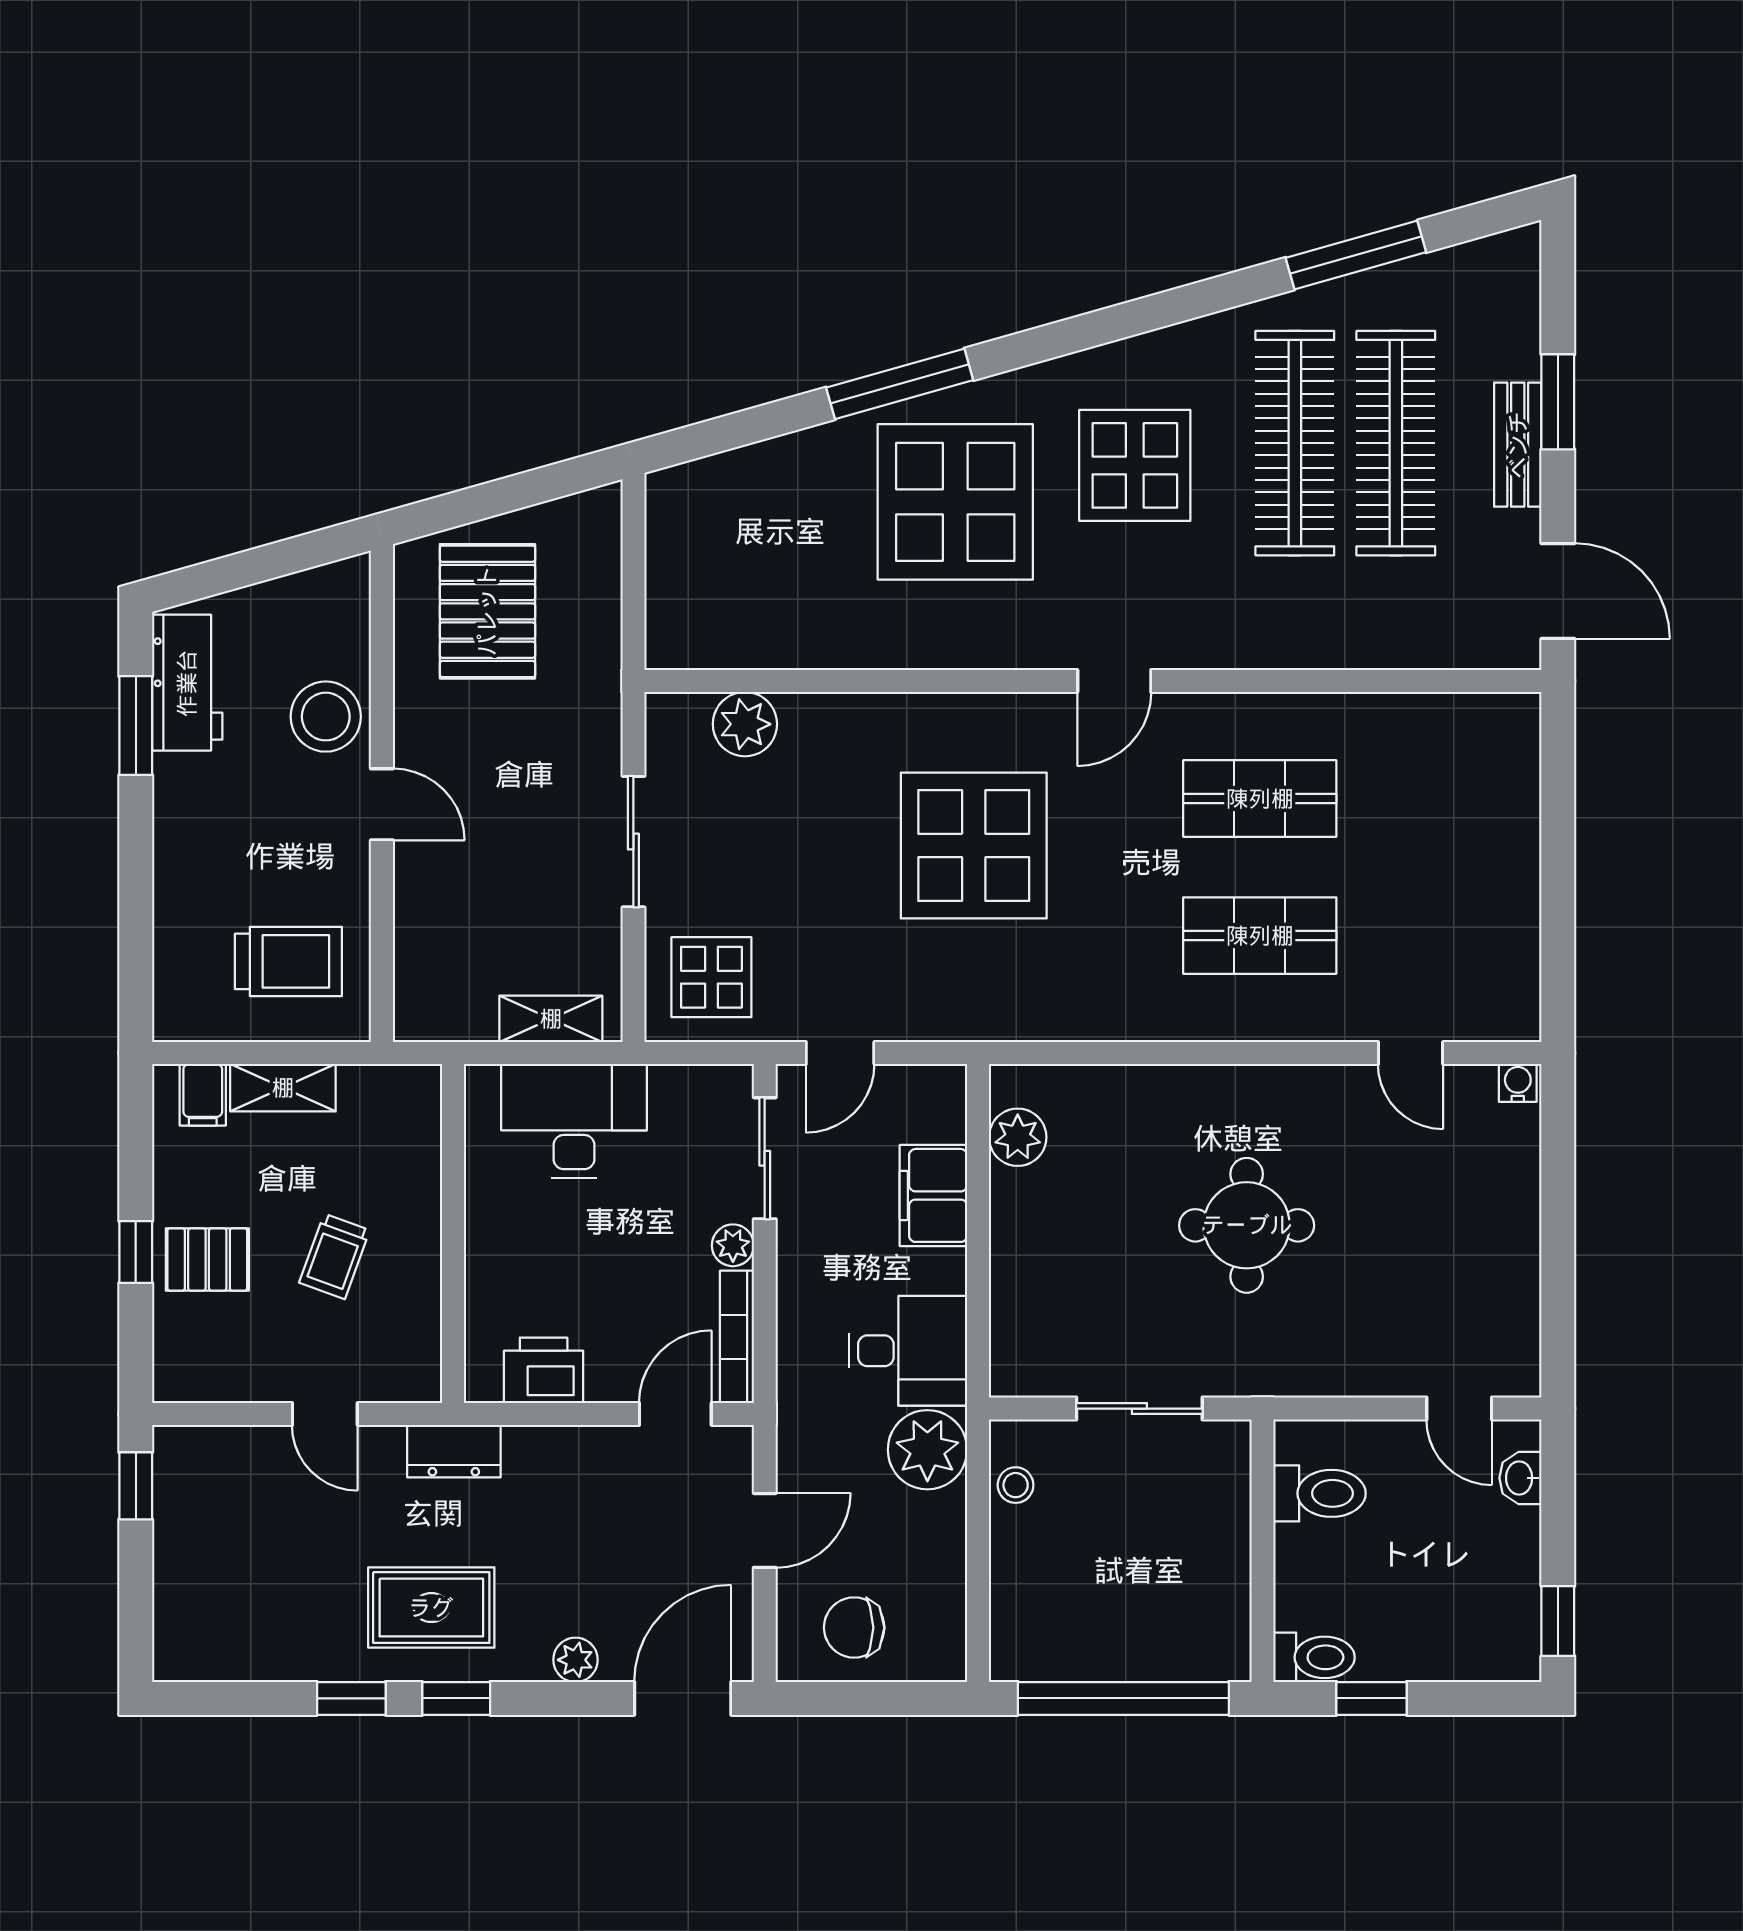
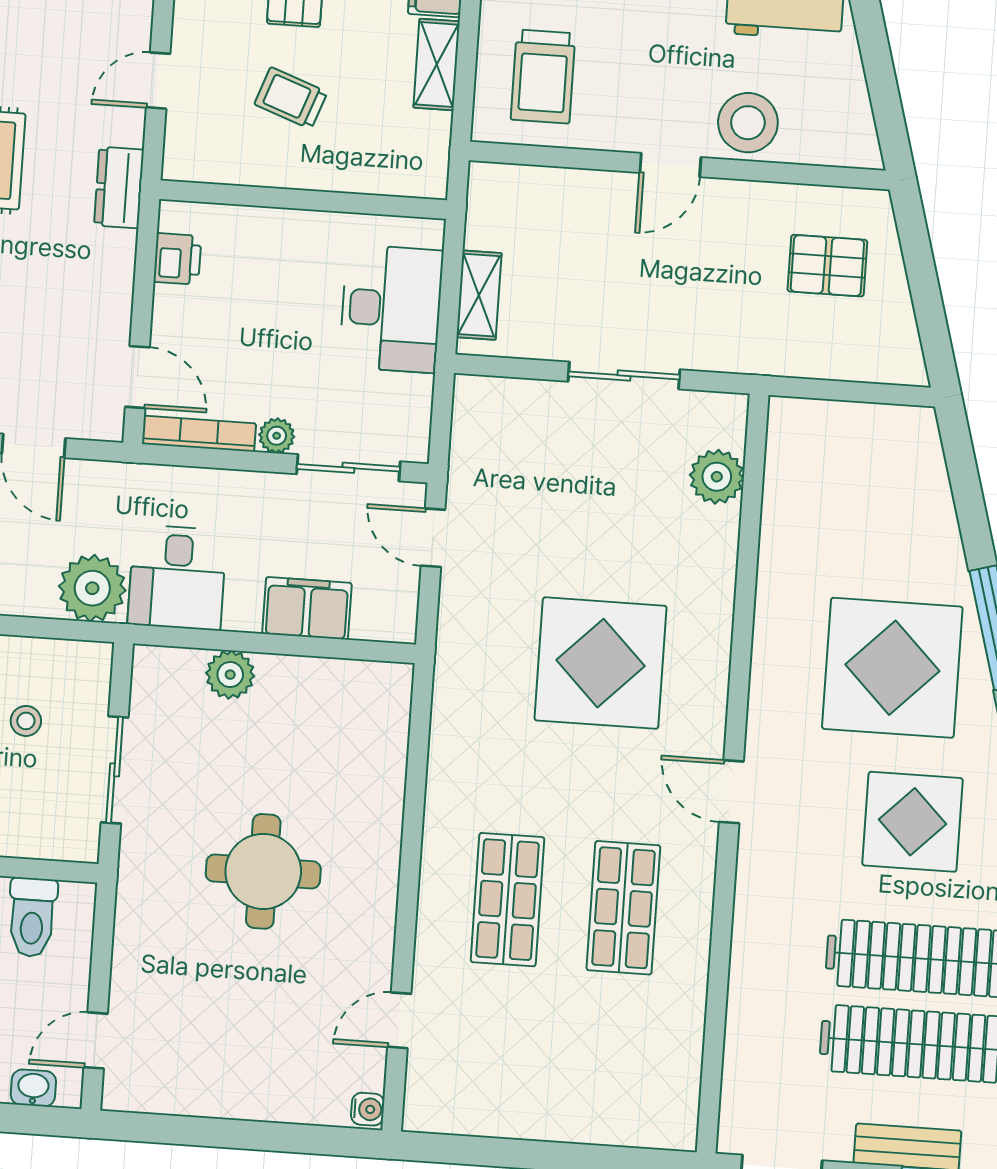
pallet: (487, 611) -> (827, 266), width x0.67, depth x0.71
display table: (711, 977) -> (505, 433), removed
plant: (1018, 1137) -> (230, 675), moved
printer: (544, 1370) -> (177, 259), width x0.73, depth x0.81
stool: (1016, 1485) -> (26, 721), moved

